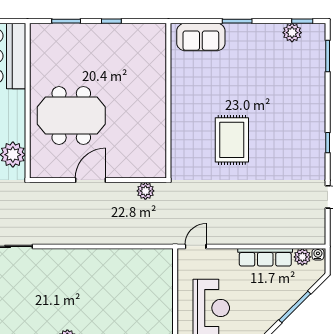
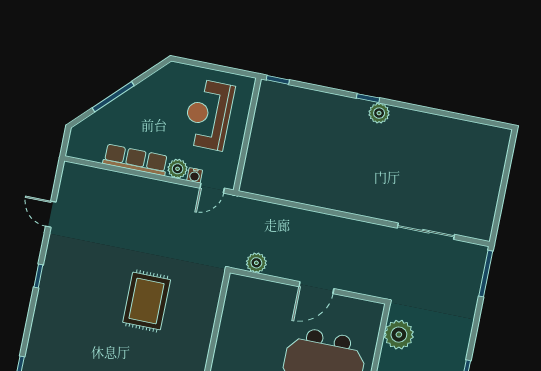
water cooler: (318, 254) -> (195, 175), moved
plant: (302, 257) -> (178, 169), moved

